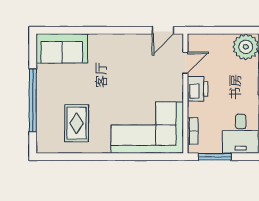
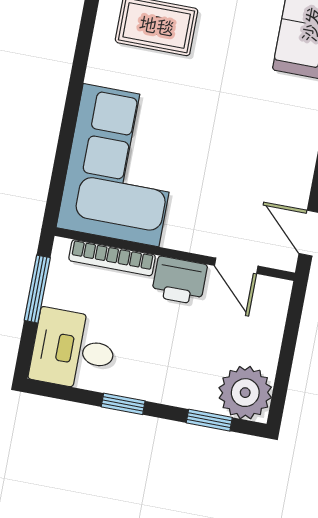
bookcase: (193, 131) -> (112, 258), width x1.56

